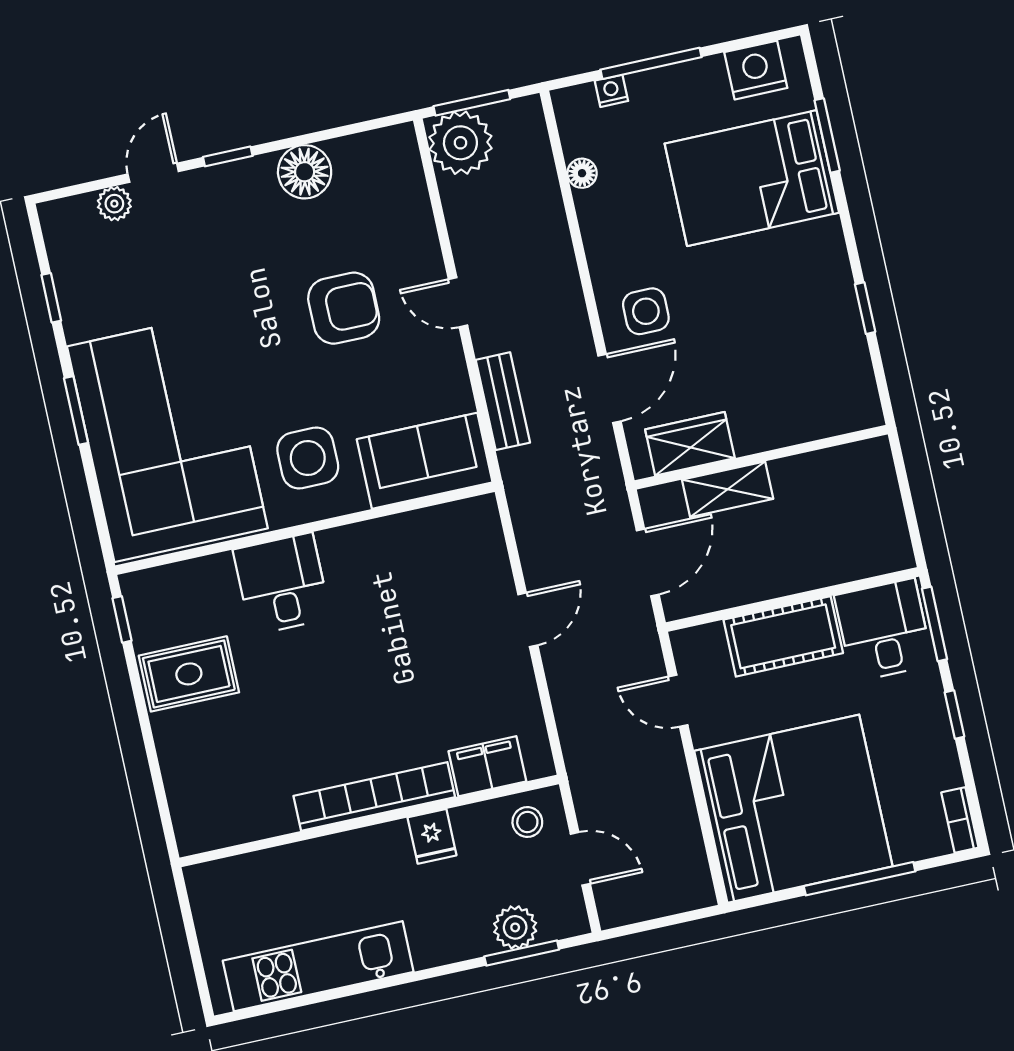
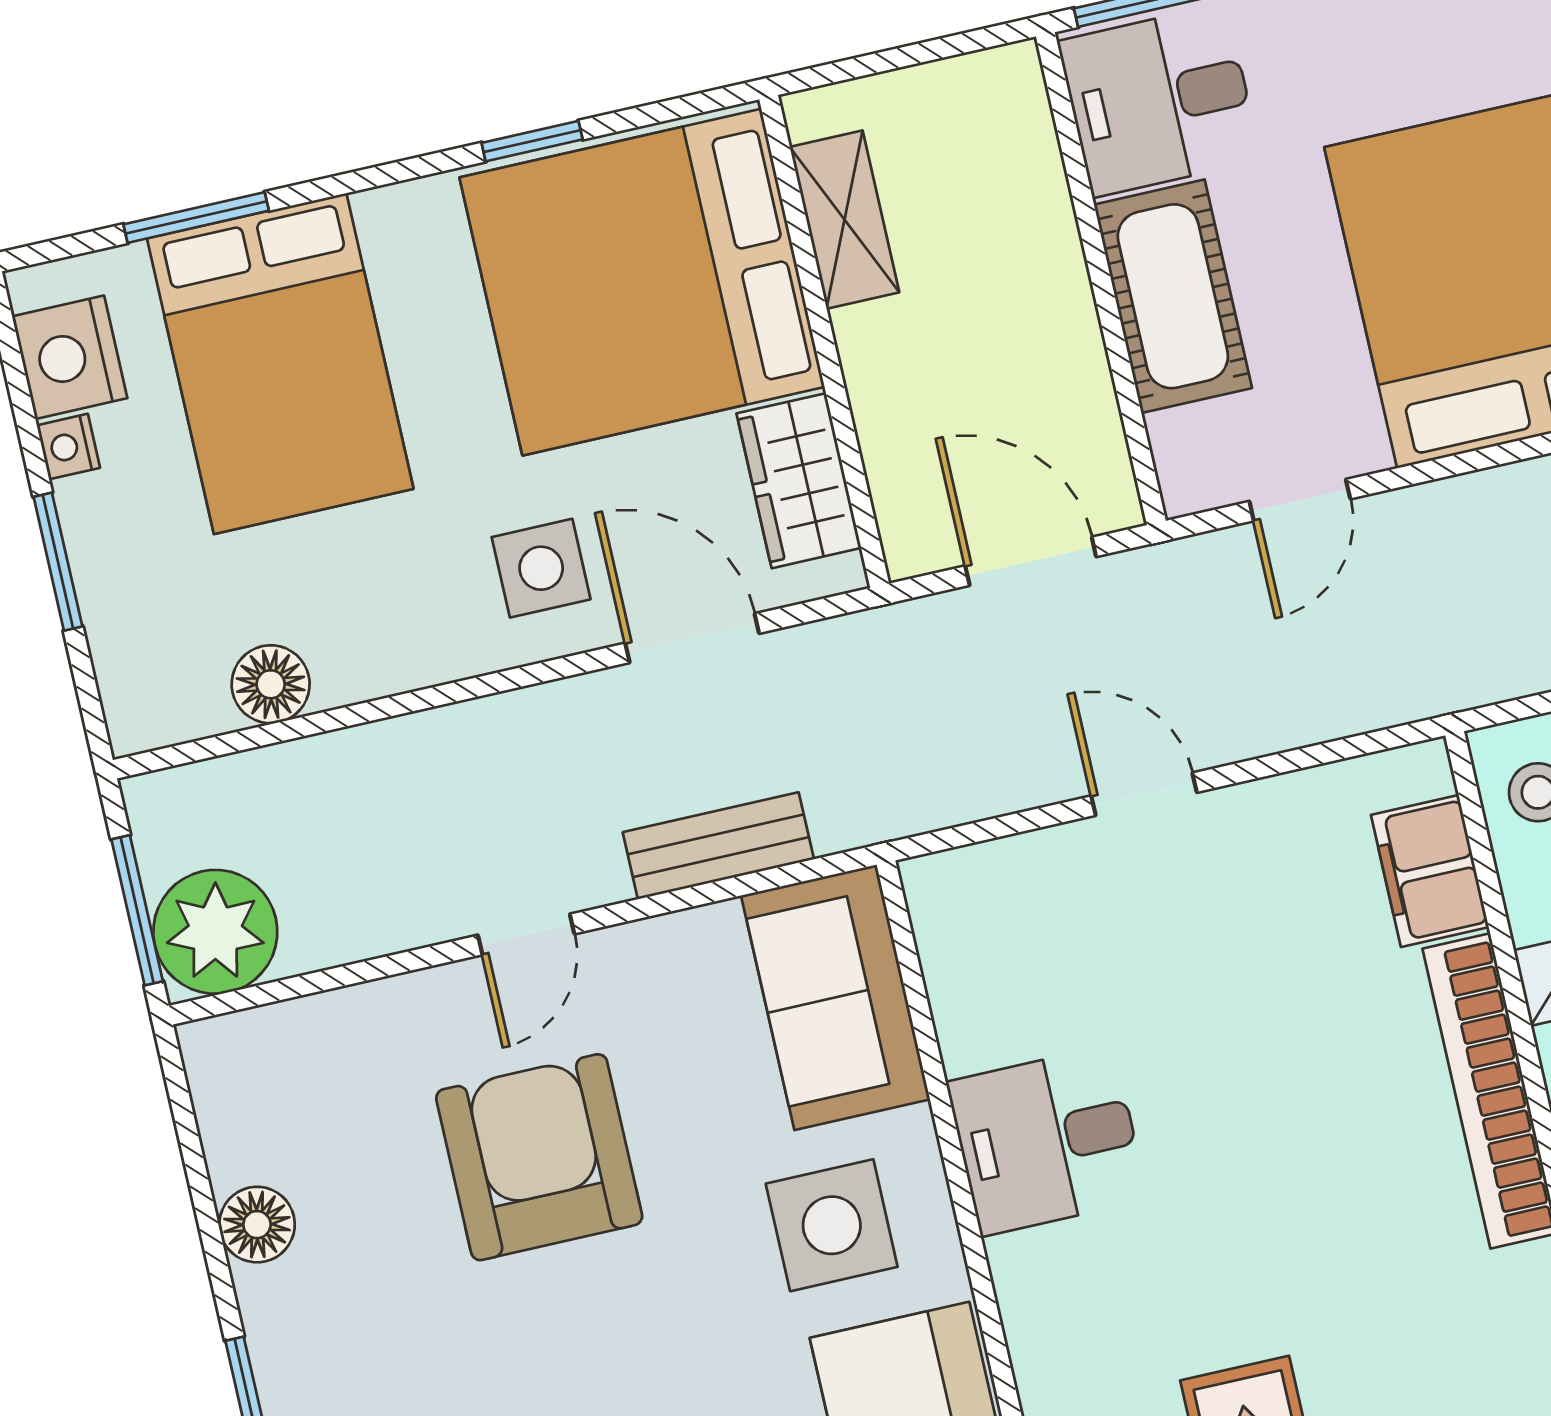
window: (651, 63) -> (58, 562), width x0.69
nightstand: (611, 91) -> (68, 447), moved
floor lamp: (305, 172) -> (257, 1225), width x0.73, depth x0.73
floor lamp: (582, 173) -> (271, 684), width x1.37, depth x1.37
armchair: (344, 308) -> (539, 1157), width x1.36, depth x1.36
bed: (792, 364) -> (642, 282), added
shelving: (728, 489) -> (845, 220), moved
desk: (282, 584) -> (1047, 1141), moved

